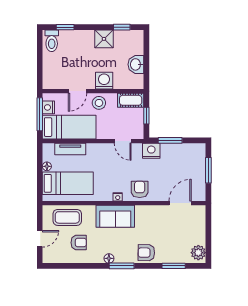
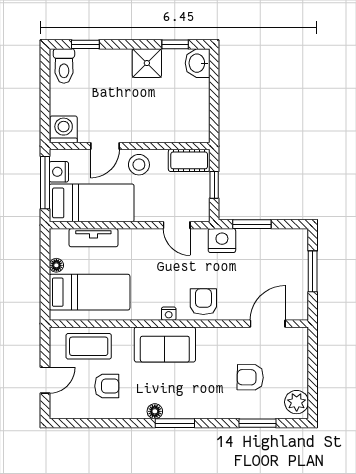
washbasin: (136, 64) -> (198, 63), moved
washing machine: (104, 81) -> (64, 129), moved
armchair: (146, 253) -> (250, 377), moved

